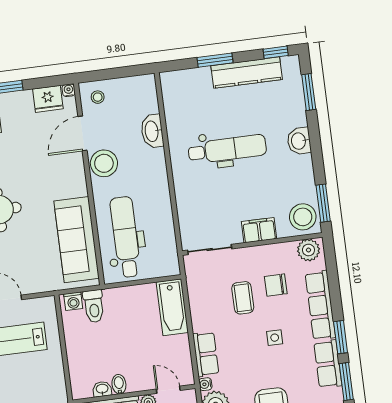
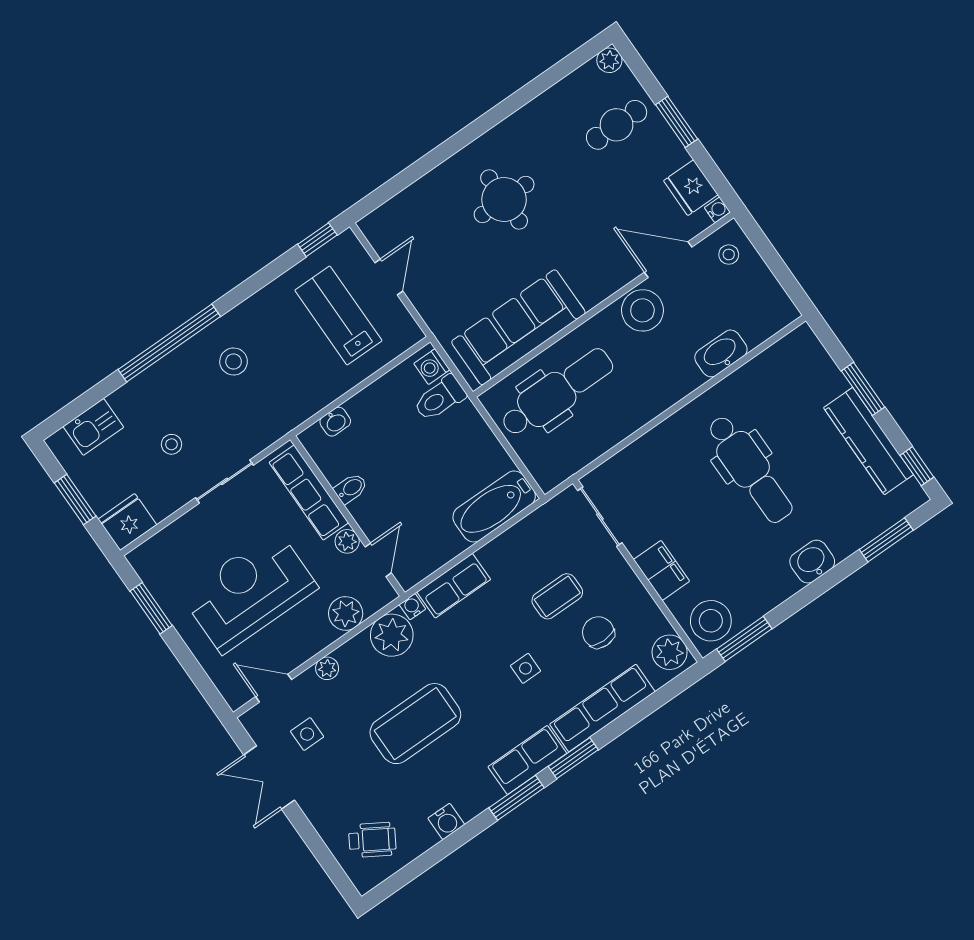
washbasin: (102, 389) -> (335, 422), moved, turned 90

